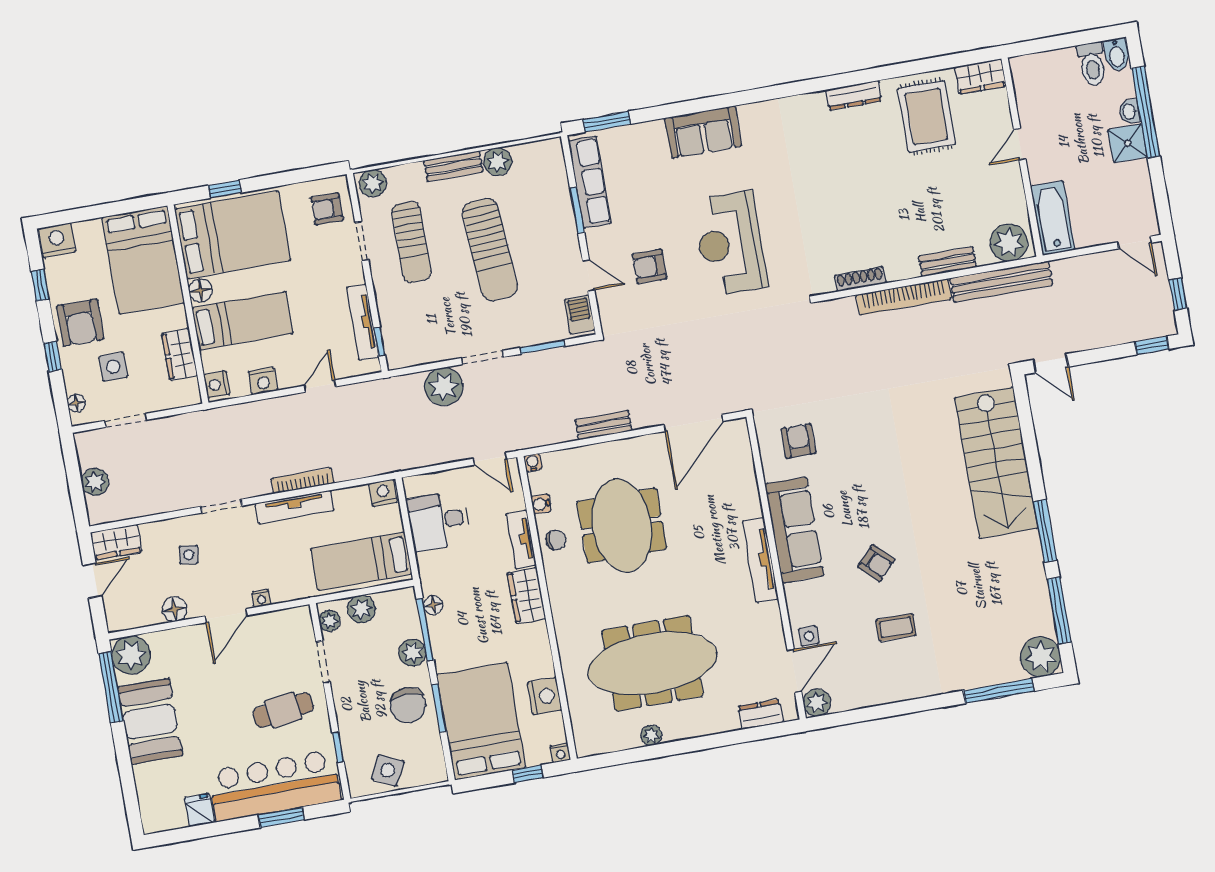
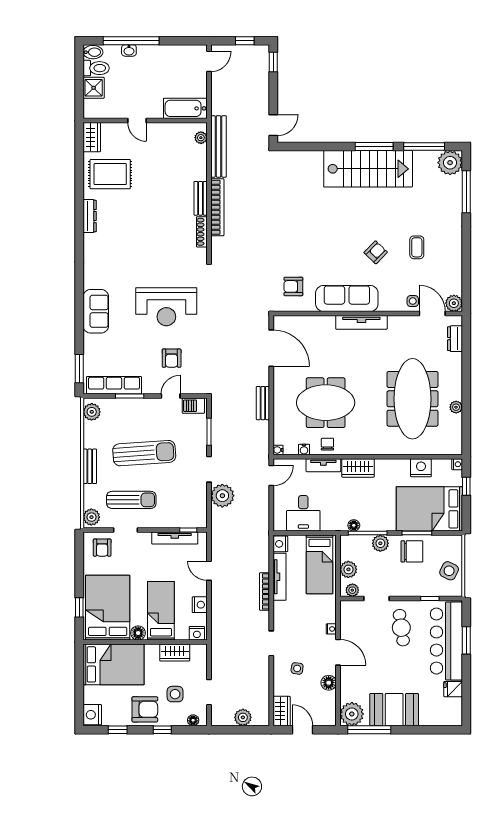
shower: (1128, 143) -> (94, 88), moved
plant: (498, 162) -> (92, 412), moved
plant: (1009, 243) -> (201, 138), width x0.53, depth x0.53
bench: (947, 262) -> (201, 198), moved
stairs: (996, 463) -> (368, 169), moved
tv unit: (295, 507) -> (279, 577), moved

